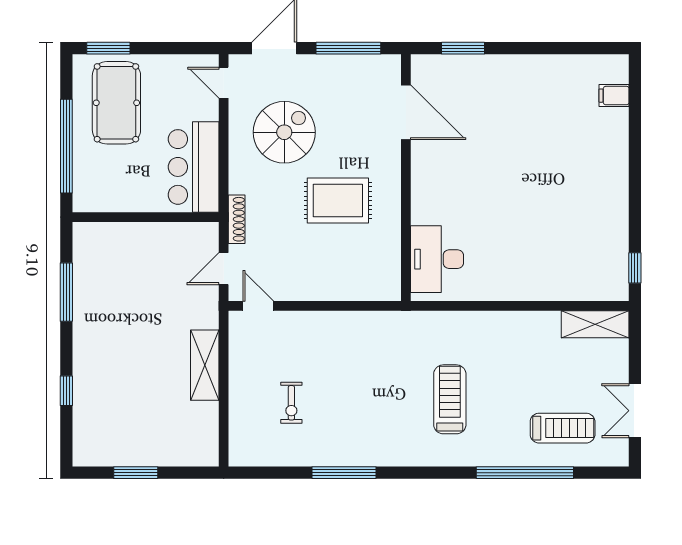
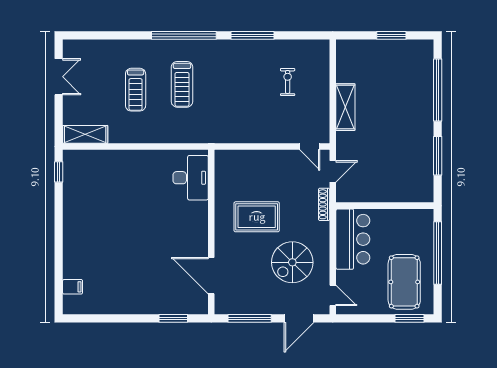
window: (66, 391) -> (438, 90), width x3.17
treadmill: (563, 428) -> (136, 90), moved, turned -90
window: (525, 473) -> (184, 35), moved

